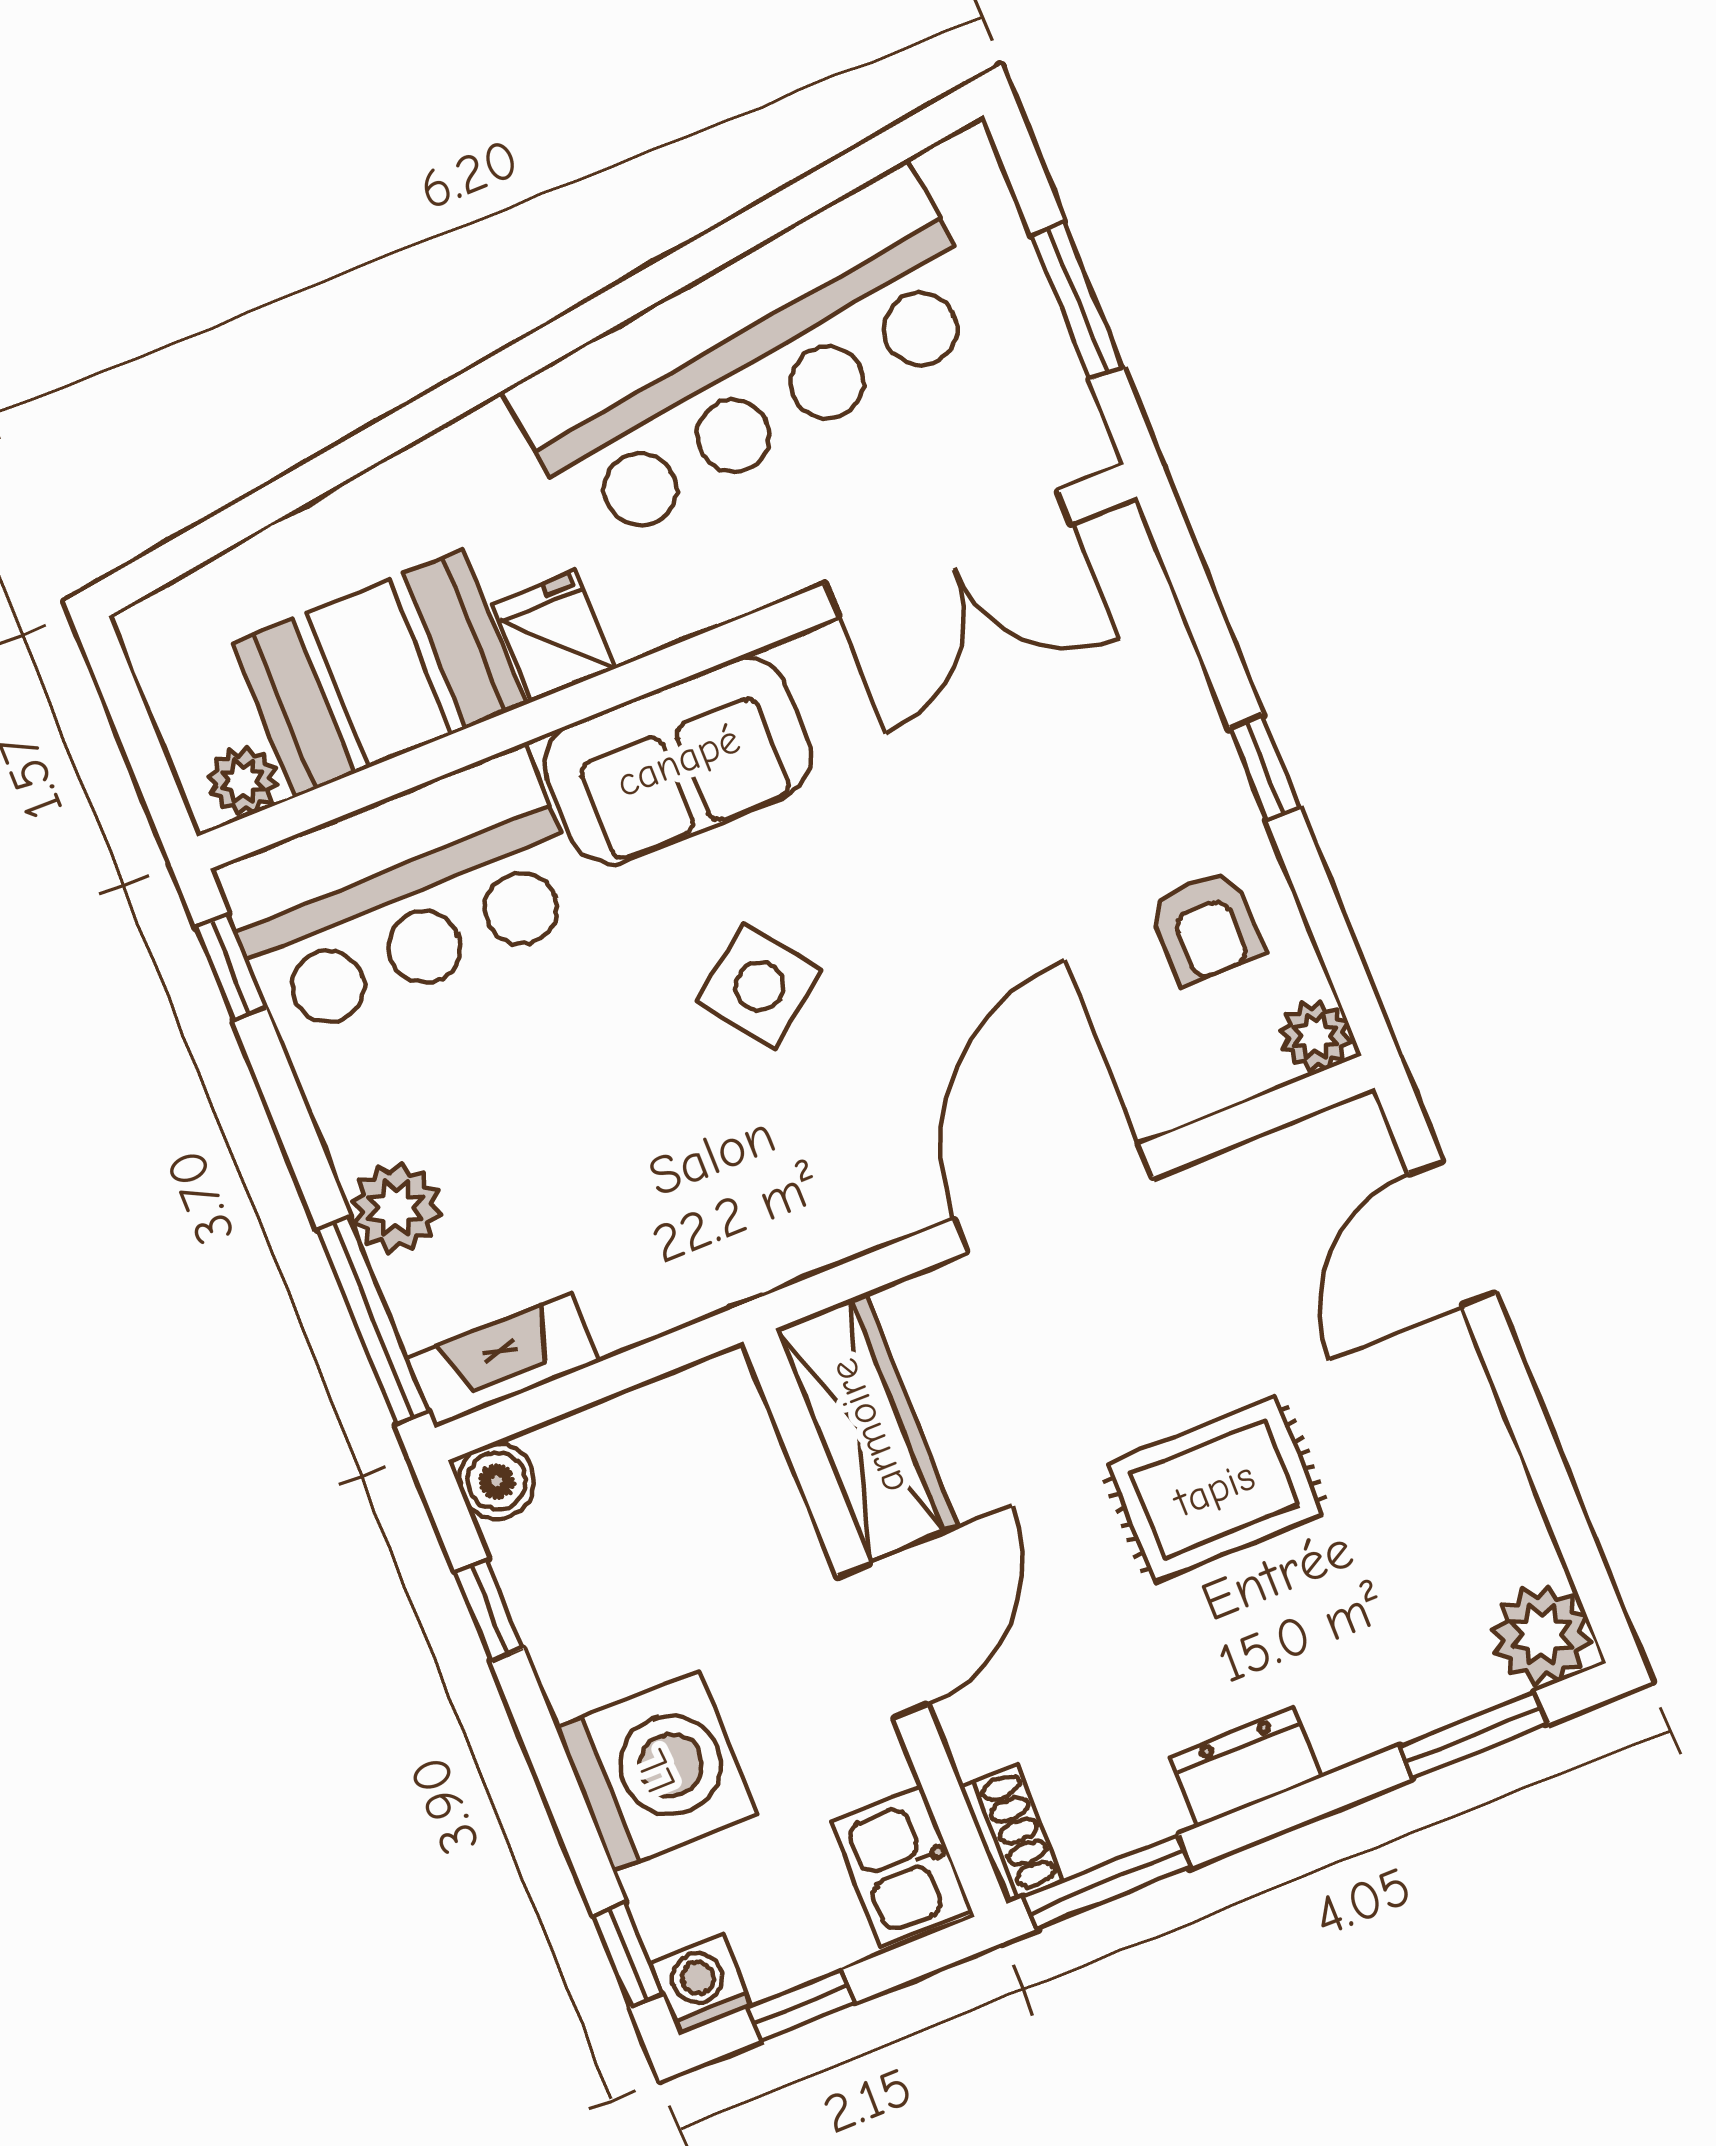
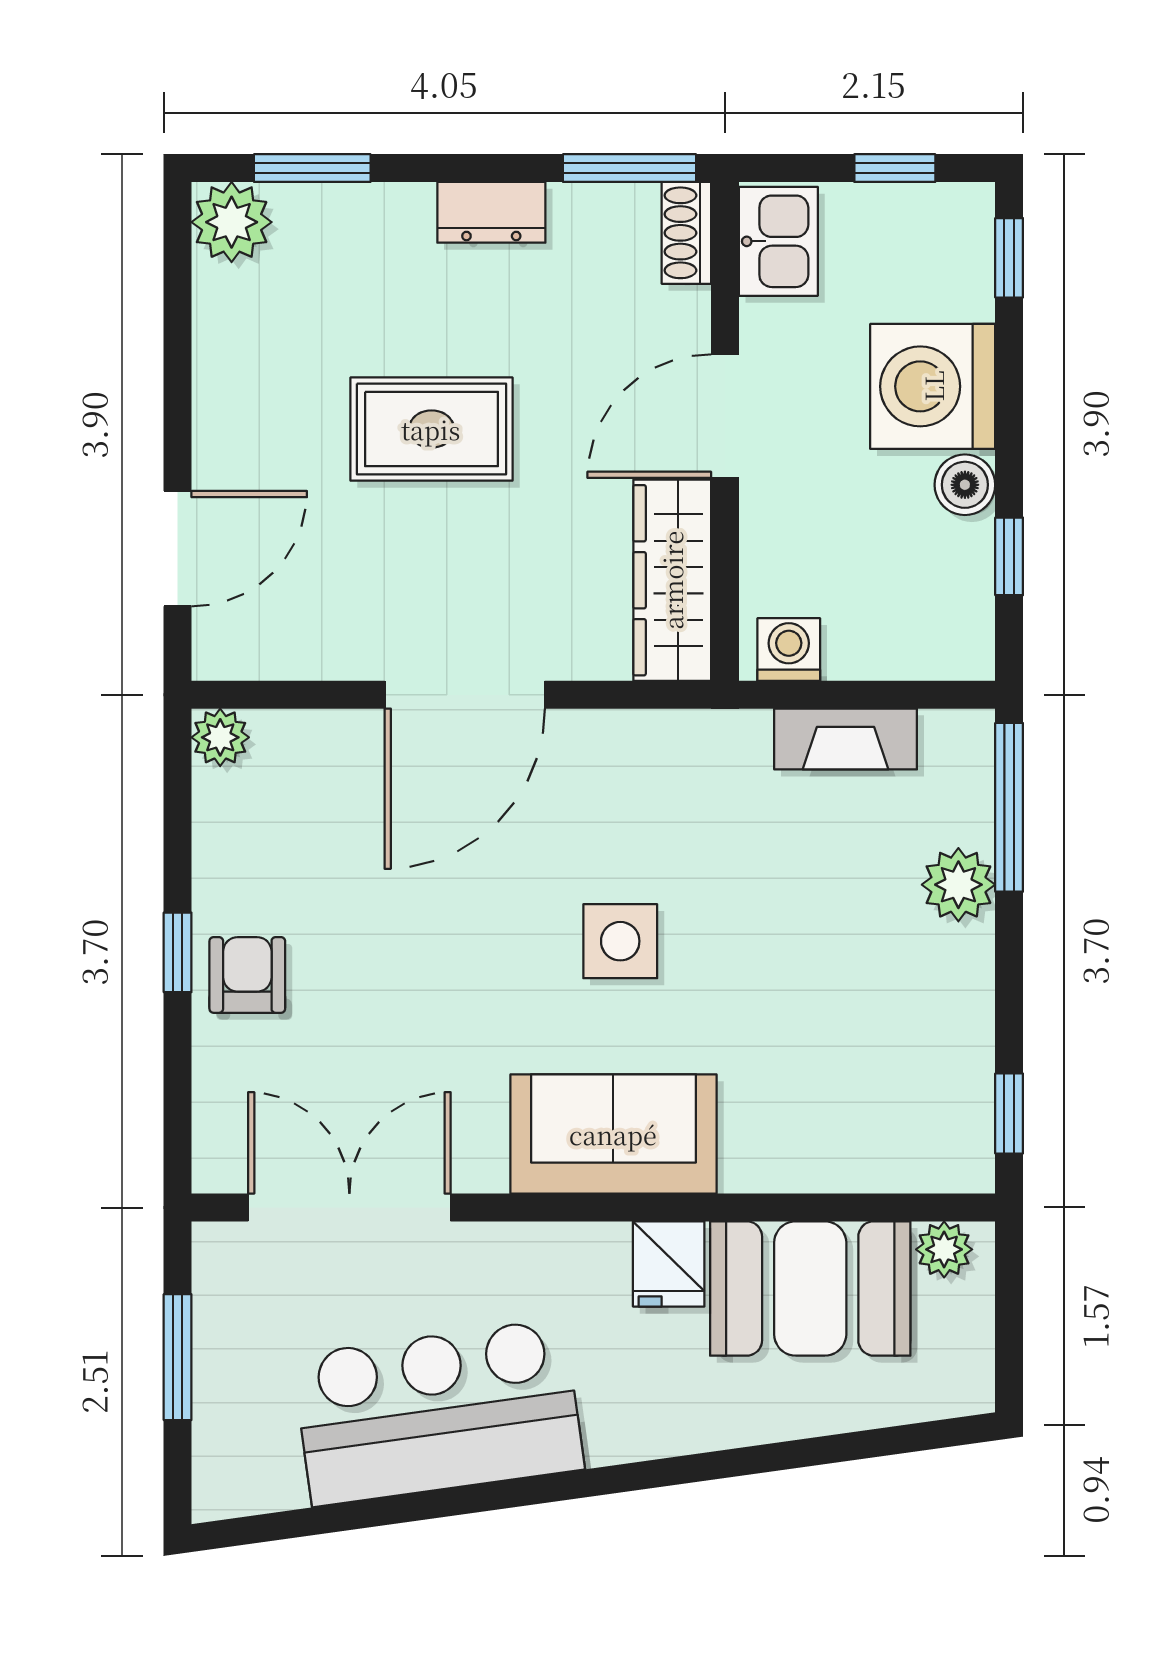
bar counter: (751, 358) -> (438, 1412), width x0.73
bar counter: (403, 893) -> (859, 1118), removed
armchair: (1206, 927) -> (247, 975), moved
side table: (759, 986) -> (620, 941), turned 37
fireplace: (503, 1360) -> (846, 739), moved
boiler: (497, 1481) -> (965, 485), moved
washing machine: (701, 1985) -> (789, 650), moved, turned 180

